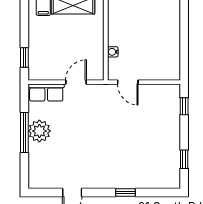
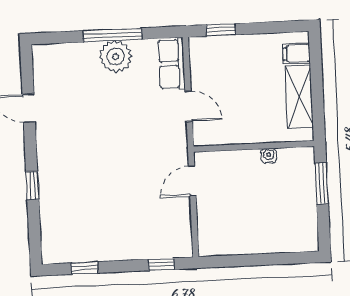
water cooler: (113, 52) -> (269, 156), moved

